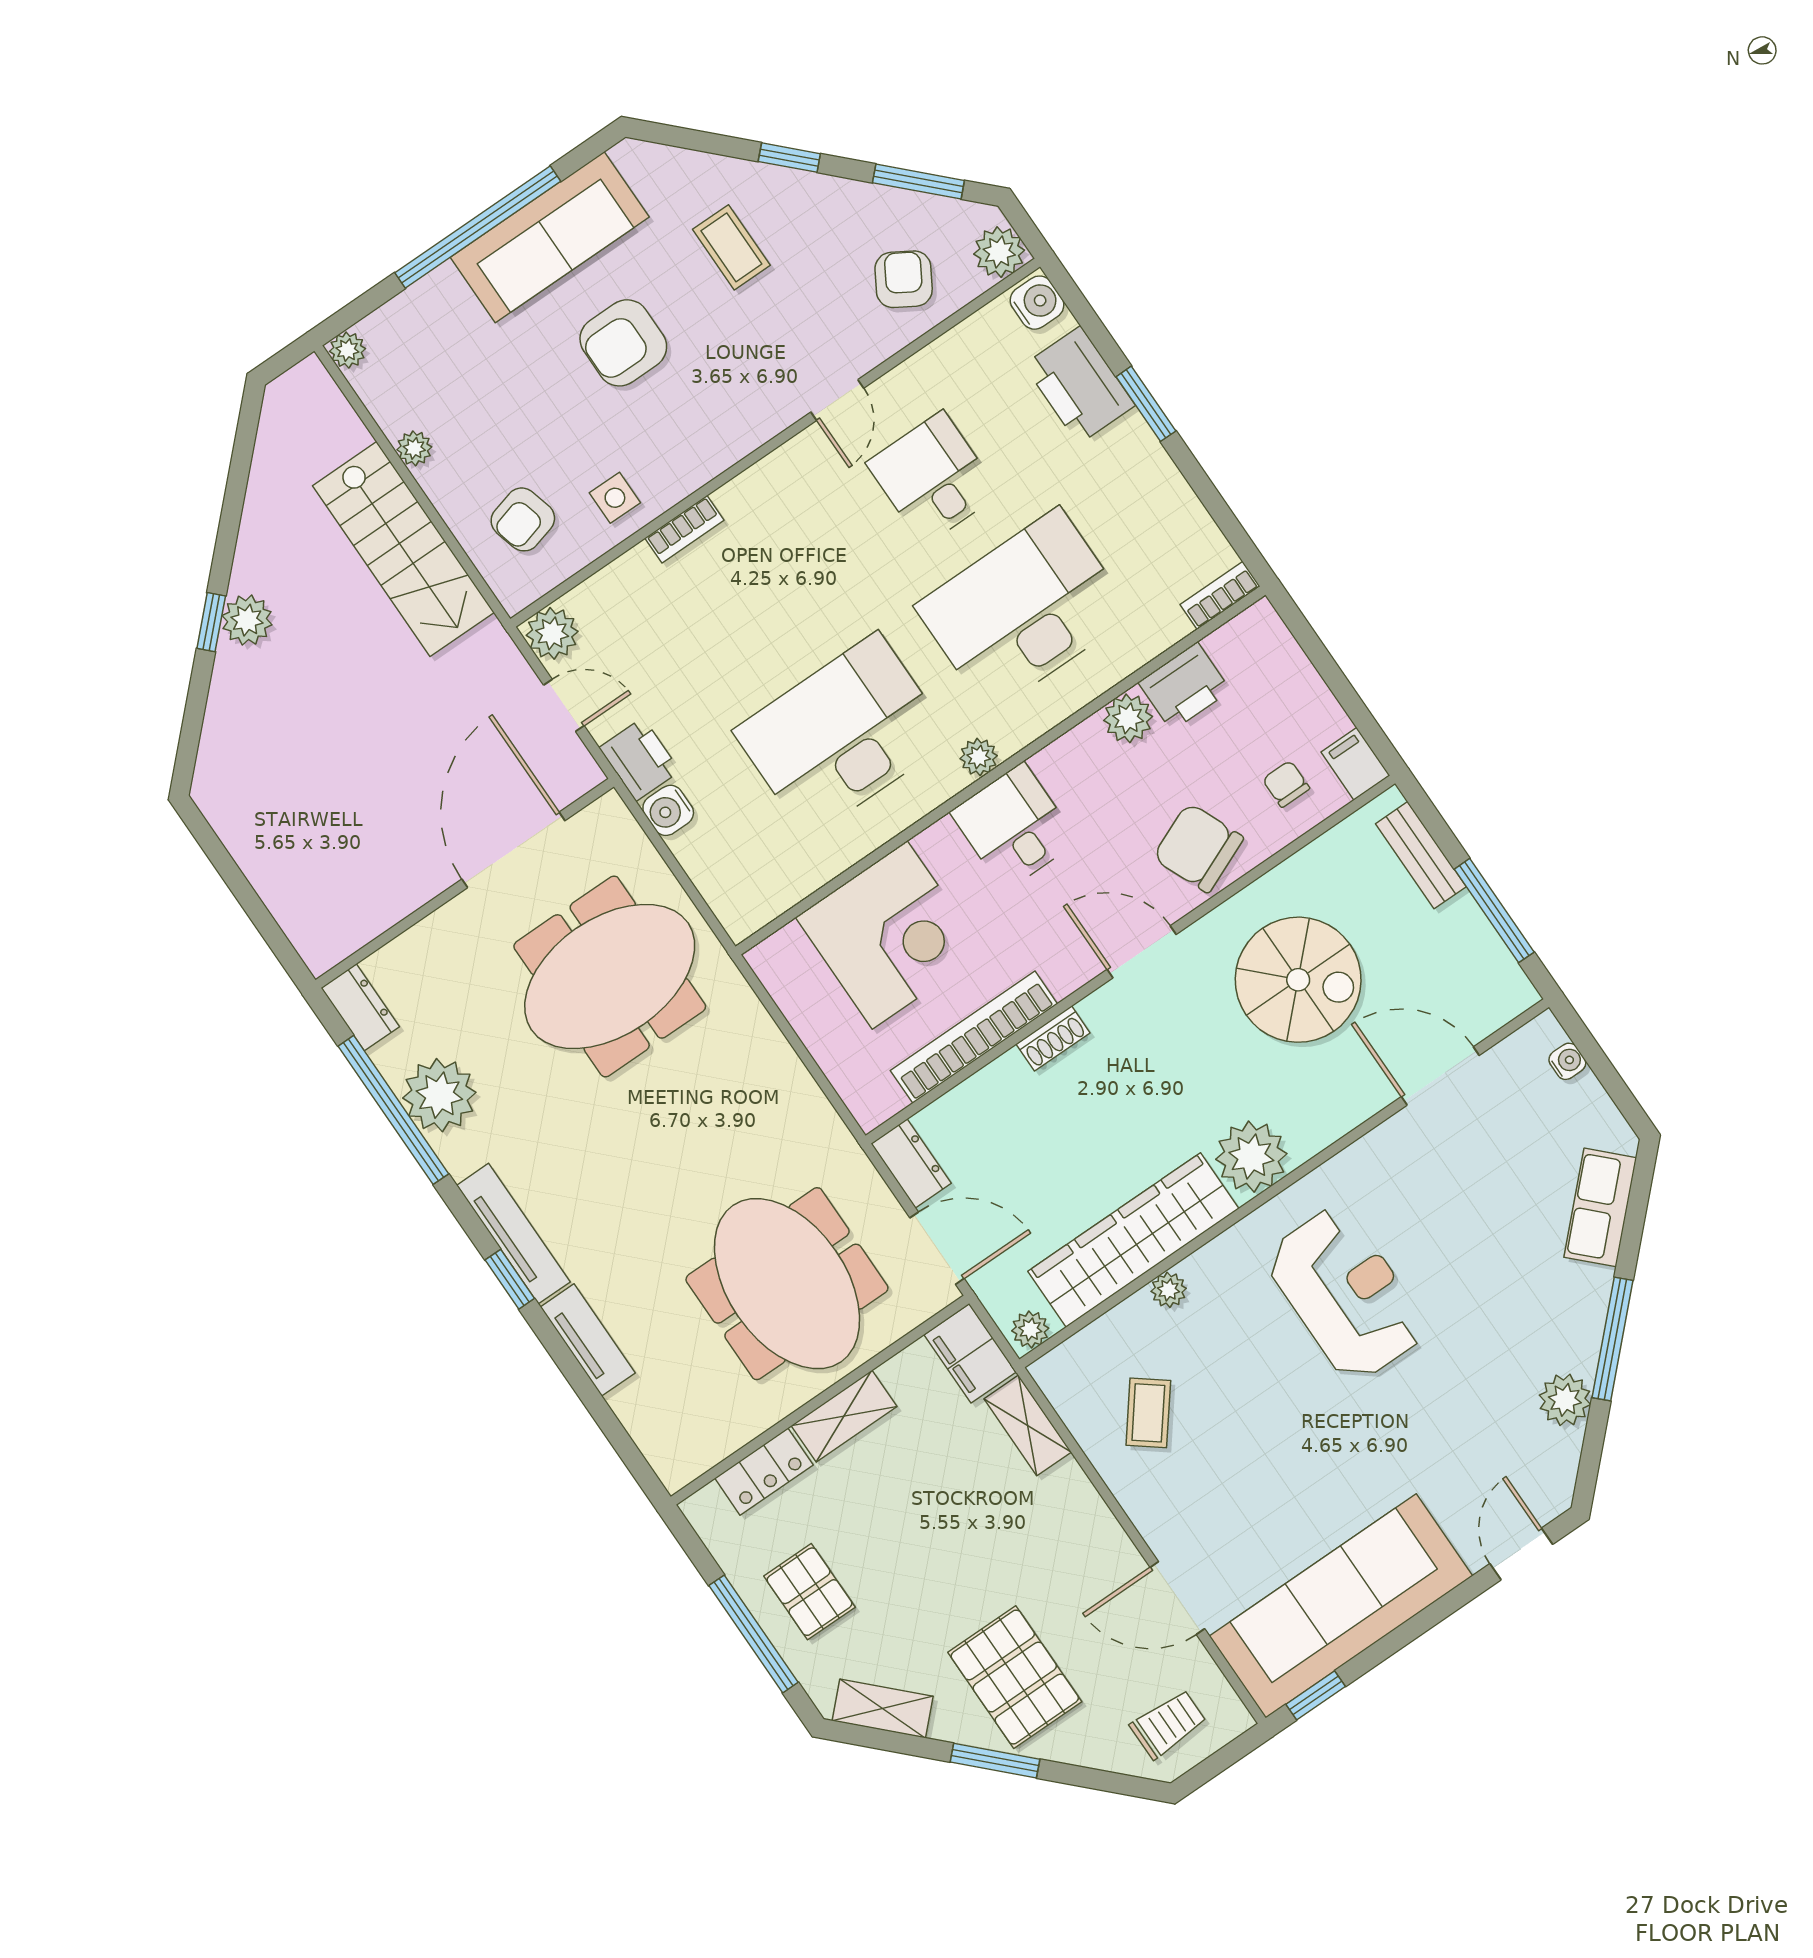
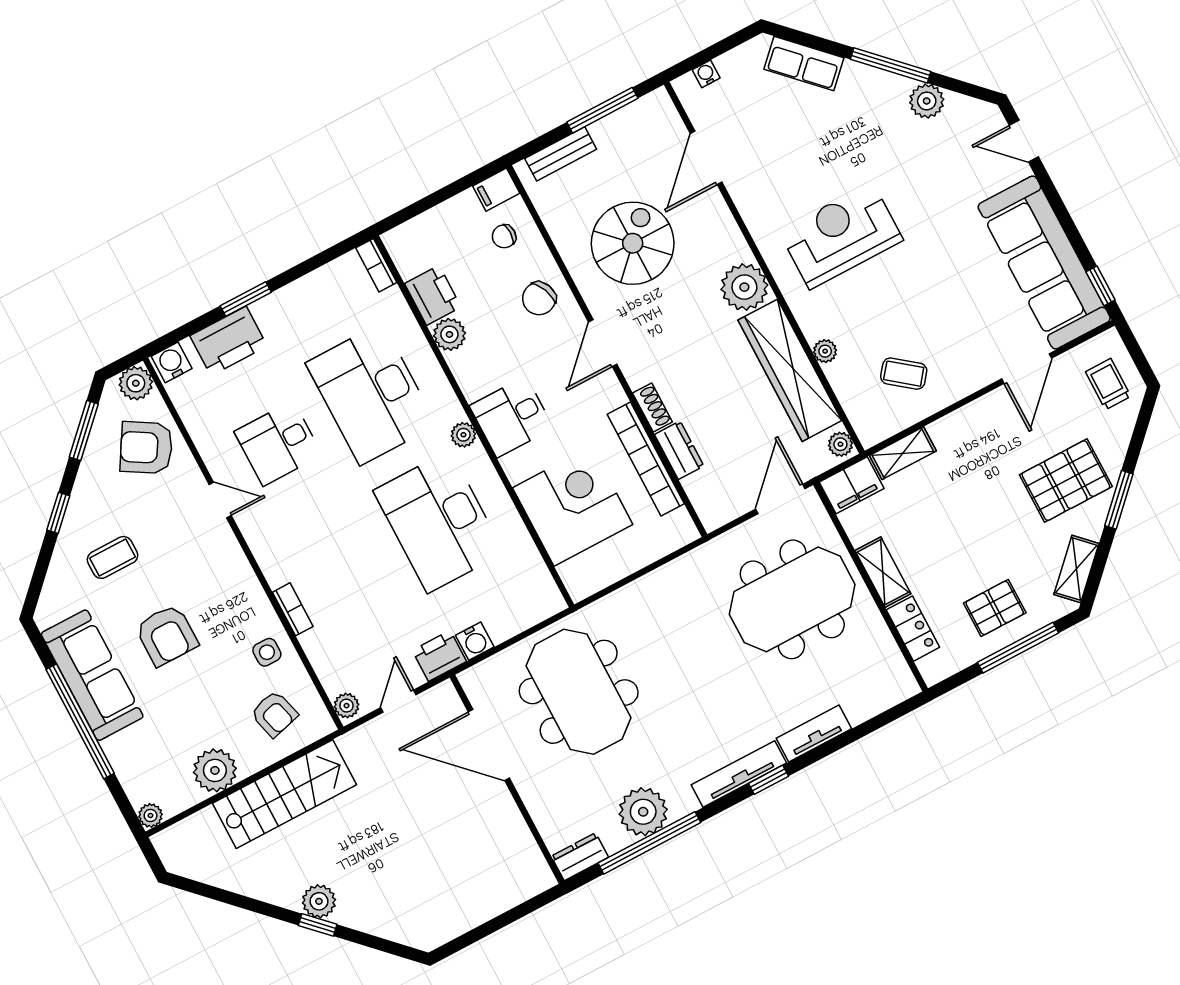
armchair: (904, 279) -> (146, 448), width x1.38, depth x1.38
plant: (414, 448) -> (215, 770), width x1.88, depth x1.88
plant: (552, 633) -> (347, 706), width x0.73, depth x0.73
chair: (1198, 848) -> (539, 299), width x0.73, depth x0.73
dresser: (911, 1163) -> (679, 450), moved, turned 90

